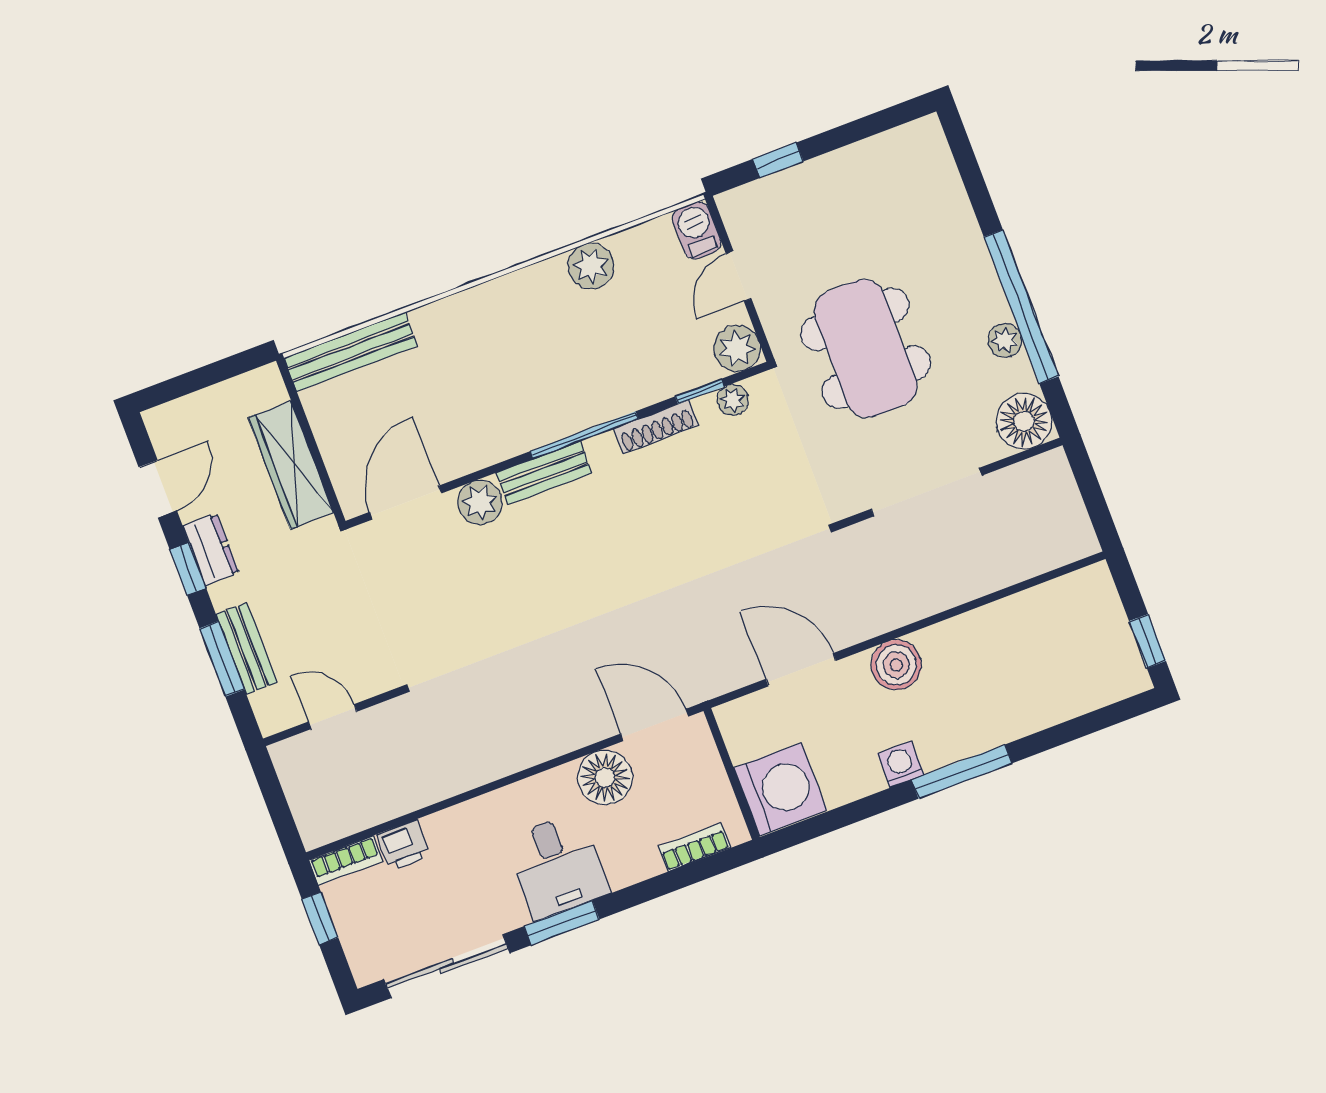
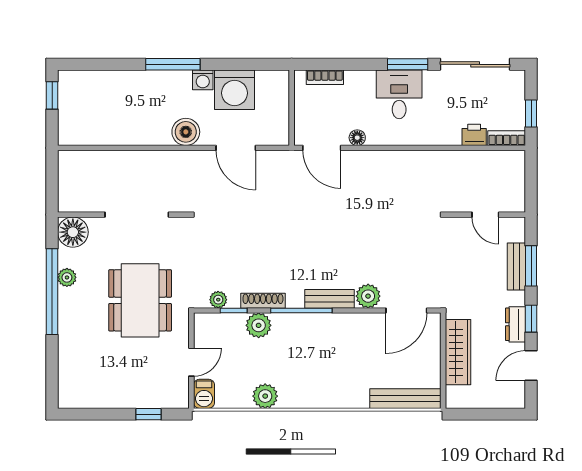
plant: (737, 348) -> (259, 325), moved
floor lamp: (605, 777) -> (357, 138), width x0.53, depth x0.53
washing machine: (780, 789) -> (234, 90), moved, turned -90

